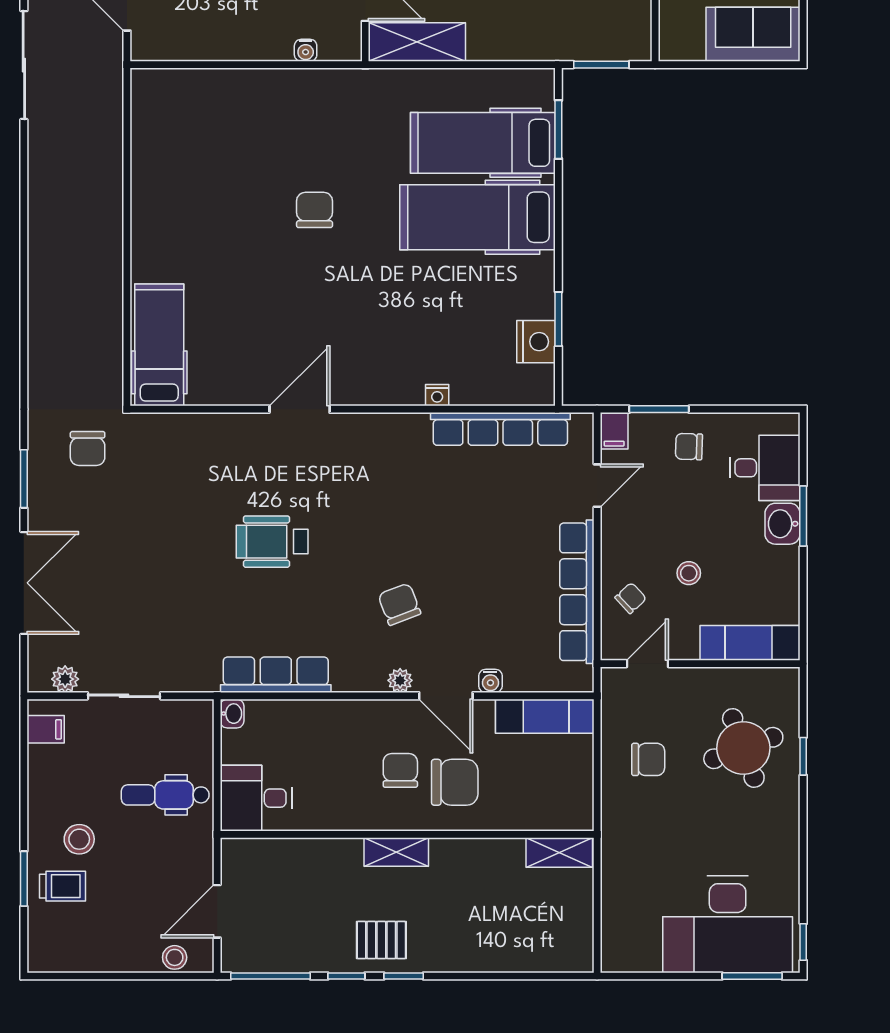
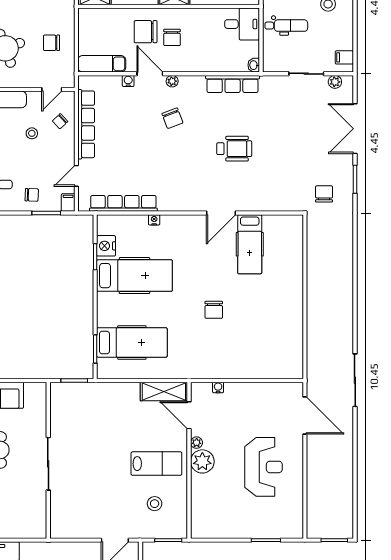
hospital bed: (478, 217) -> (134, 276), moved
hospital bed: (159, 345) -> (250, 244), moved

